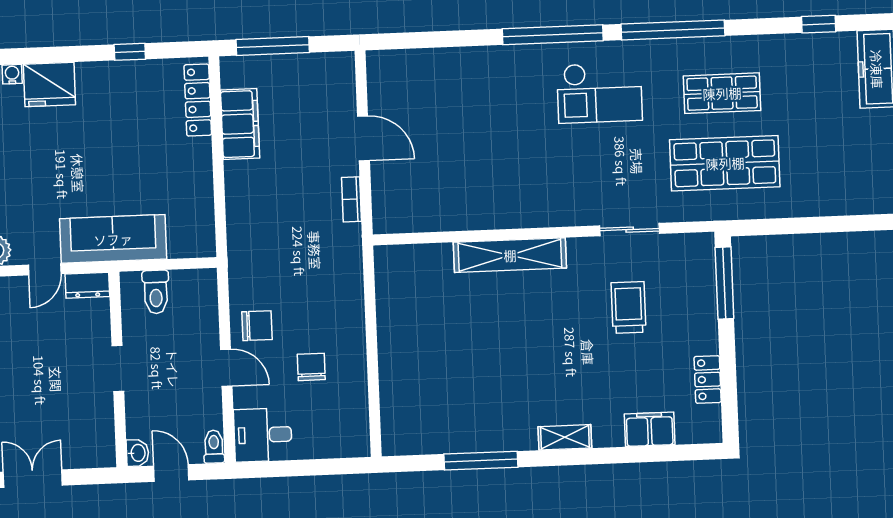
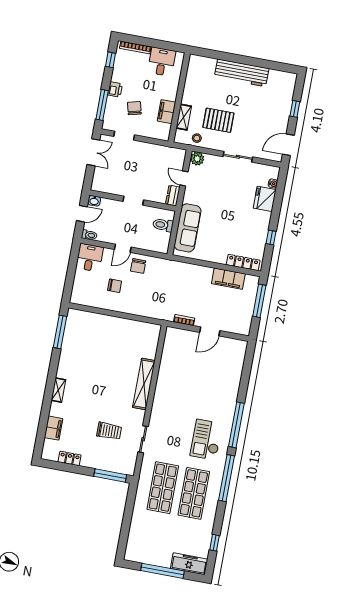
shop shelf: (722, 93) -> (194, 493), width x1.43, depth x1.36
sofa: (113, 239) -> (188, 228), moved
window: (481, 461) -> (60, 332), moved

